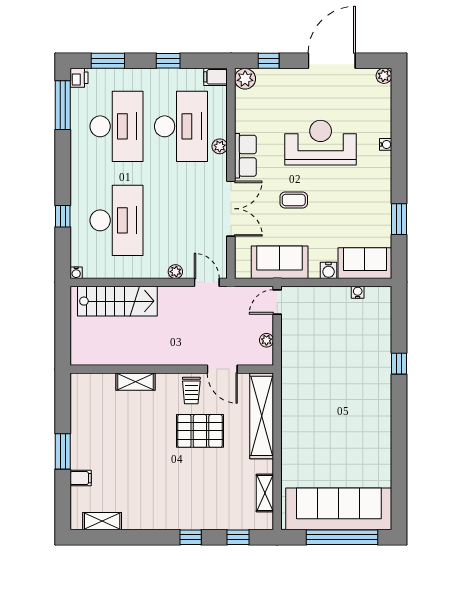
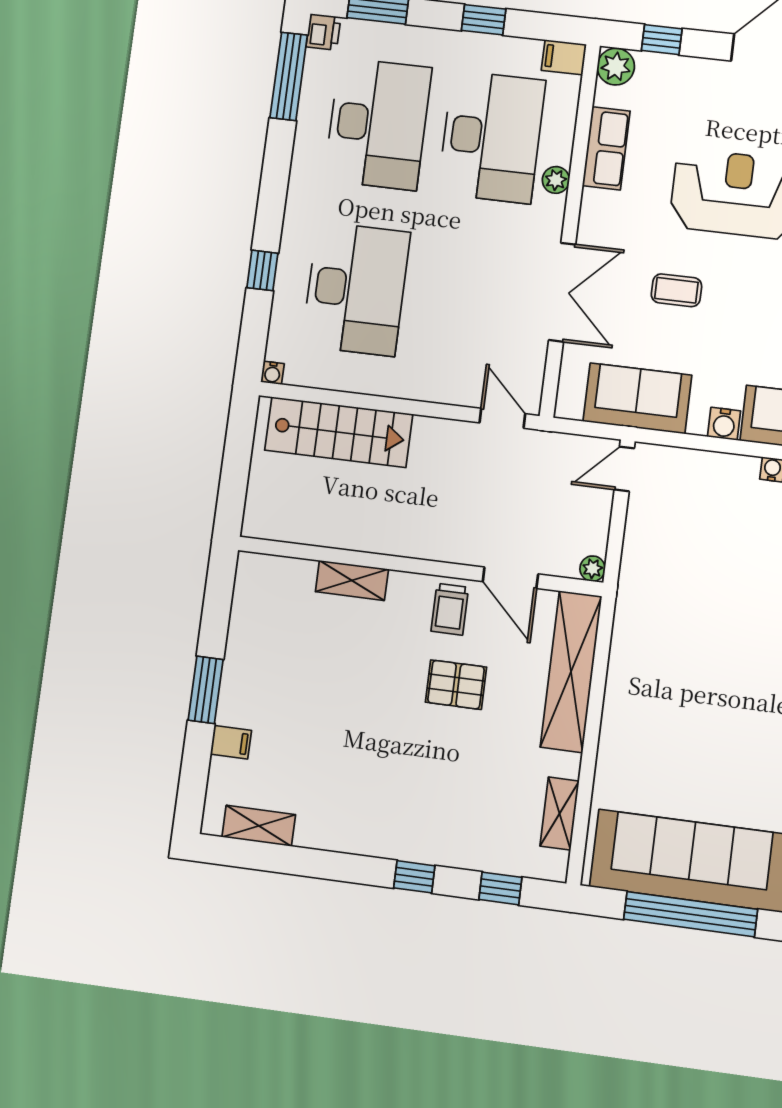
row of seats: (245, 156) -> (606, 148), moved
plant: (175, 272) -> (449, 392), removed
plant: (266, 340) -> (593, 569), moved
pallet: (200, 431) -> (456, 685), width x0.67, depth x0.71

